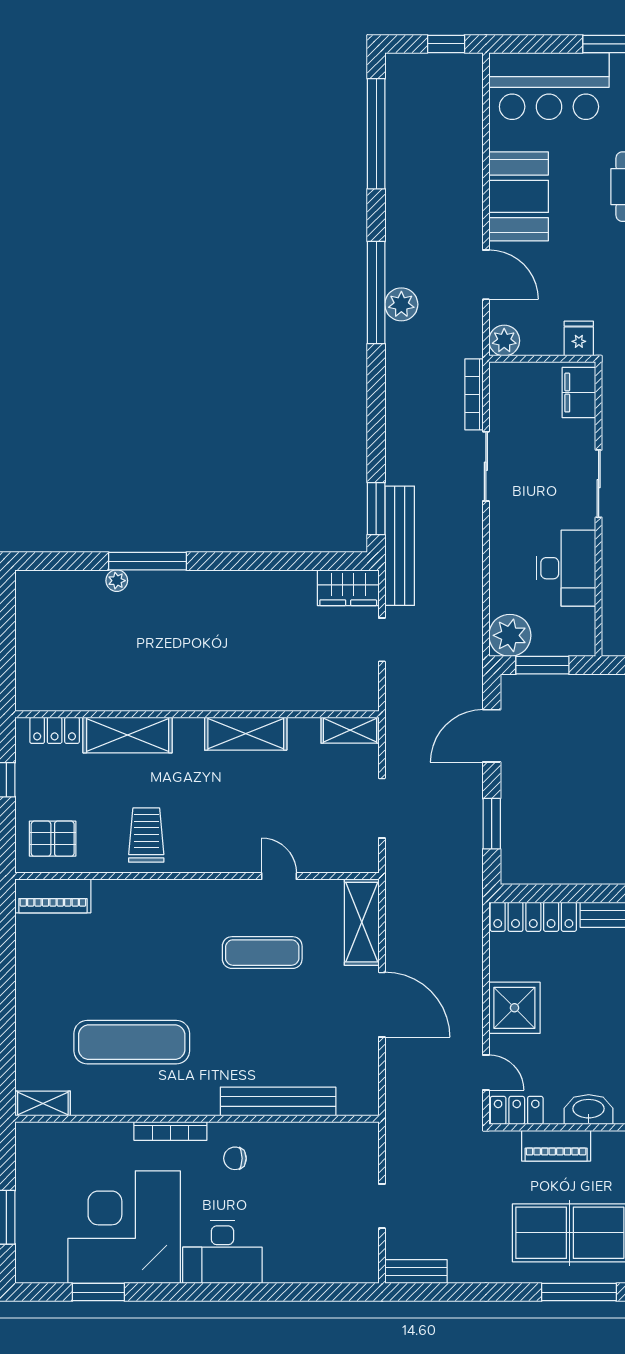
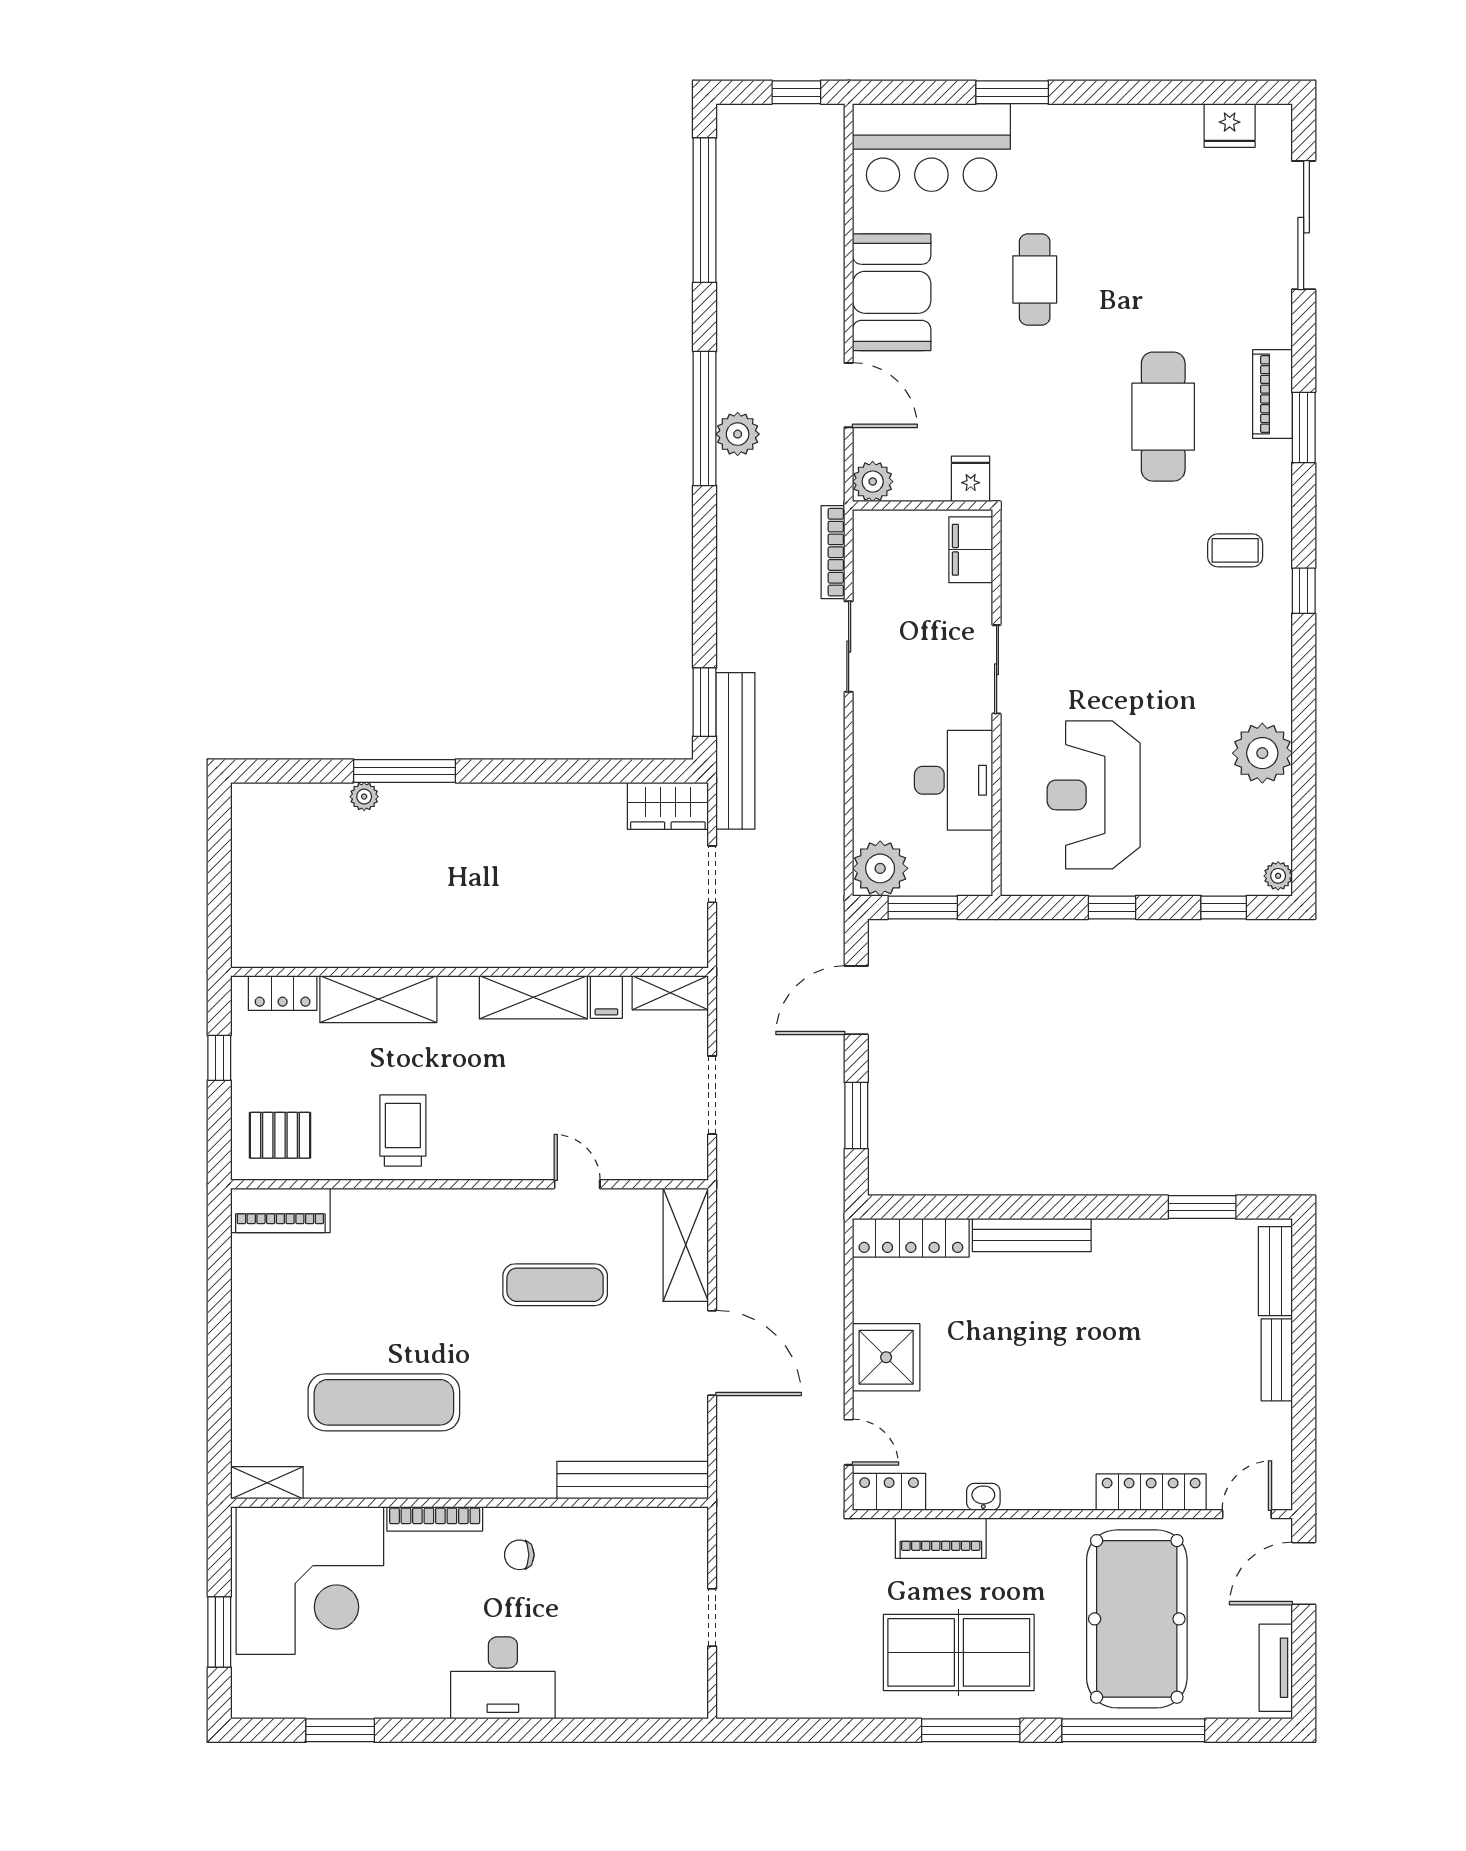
filing cabinet: (301, 733) -> (606, 997), added
bench: (278, 1101) -> (633, 1480), moved
washbasin: (589, 1110) -> (983, 1497), width x0.52, depth x0.69
corner desk: (124, 1227) -> (310, 1580), moved, turned 180
bench: (416, 1272) -> (757, 1703), removed

